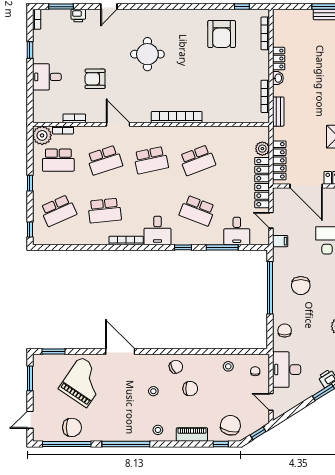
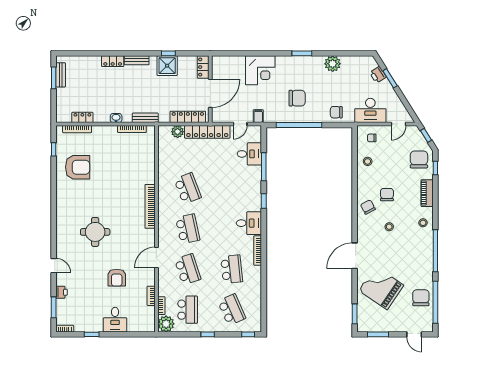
locker: (279, 59) -> (82, 117), moved
school desk: (197, 211) -> (232, 188), removed
chair: (230, 425) -> (419, 159), turned 77

